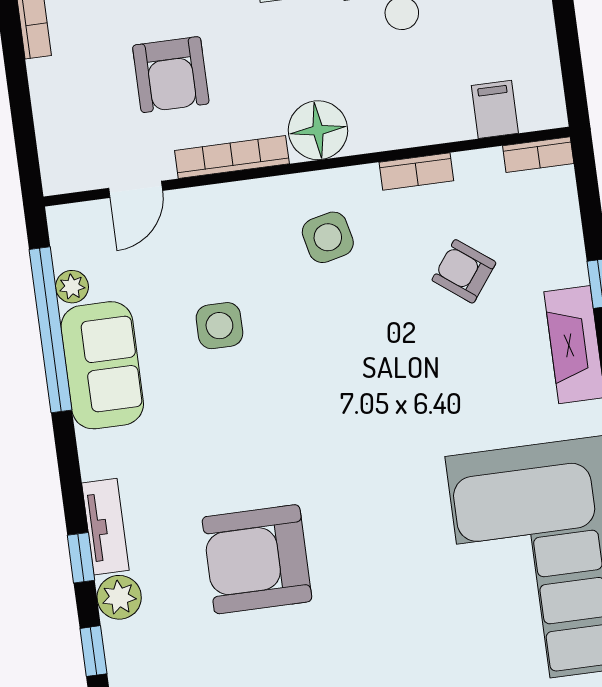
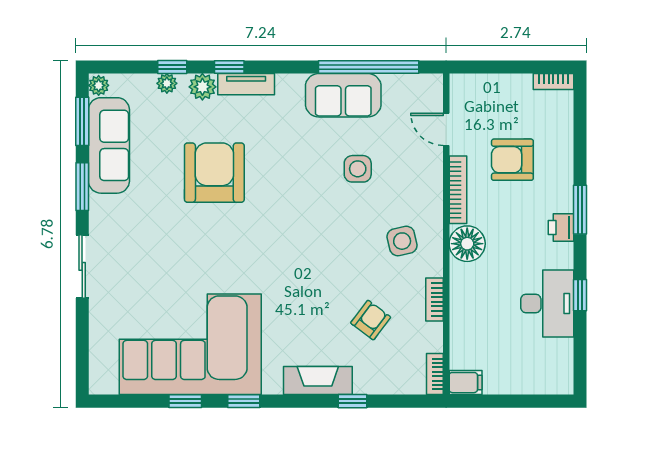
filing cabinet: (495, 109) -> (466, 383), moved
plant: (72, 287) -> (167, 83), moved

